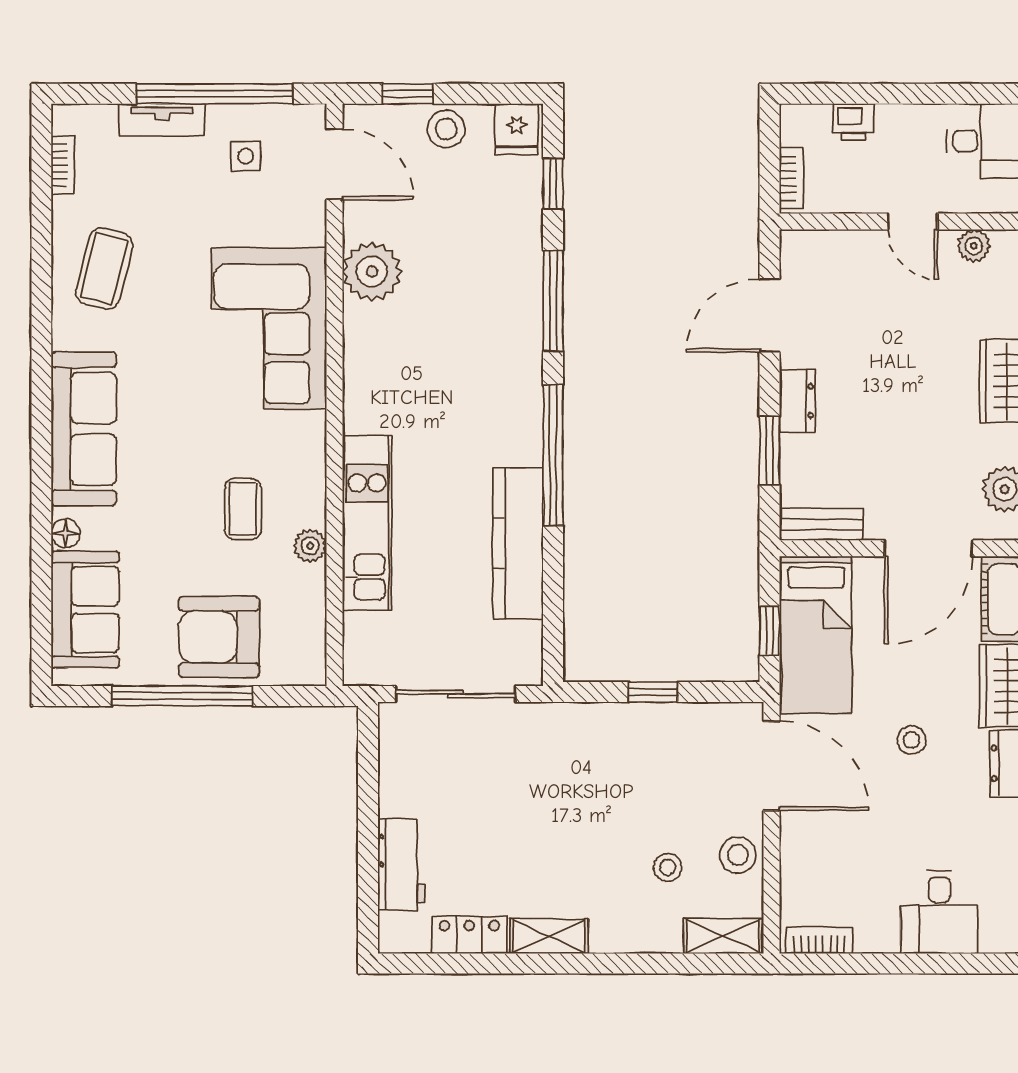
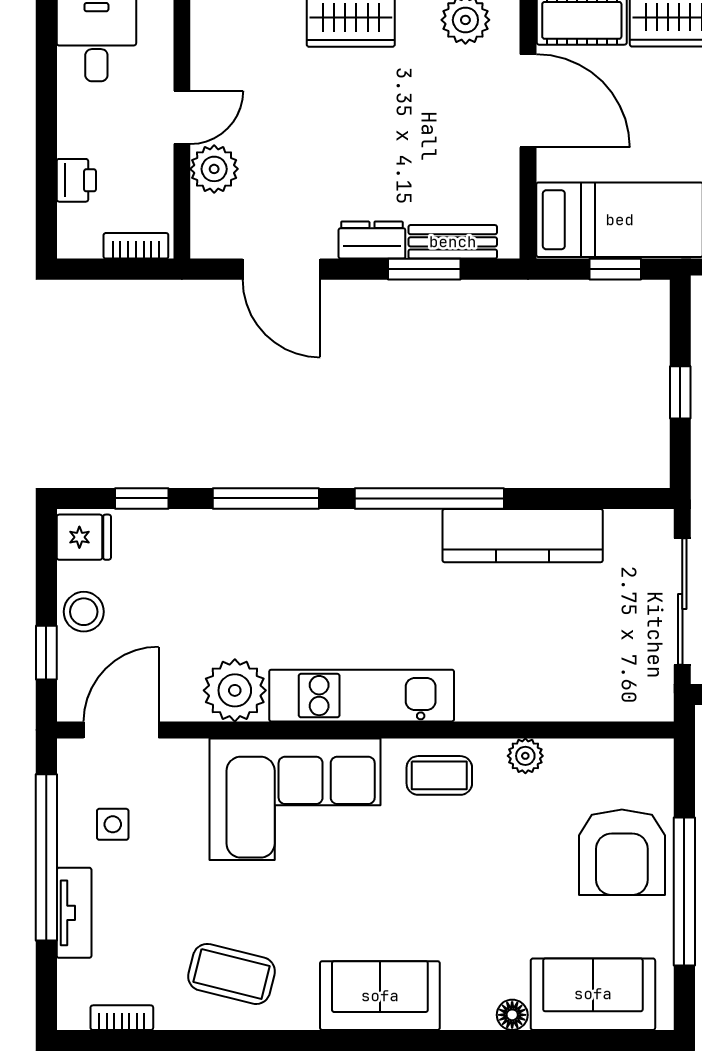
plant: (974, 246) -> (214, 169), moved, width x1.38, depth x1.38
sofa: (84, 429) -> (380, 996), width x0.73
coffee table: (243, 509) -> (439, 775), moved
kitchen unit: (367, 523) -> (362, 696), moved
bench: (821, 525) -> (453, 242), moved, turned 90

